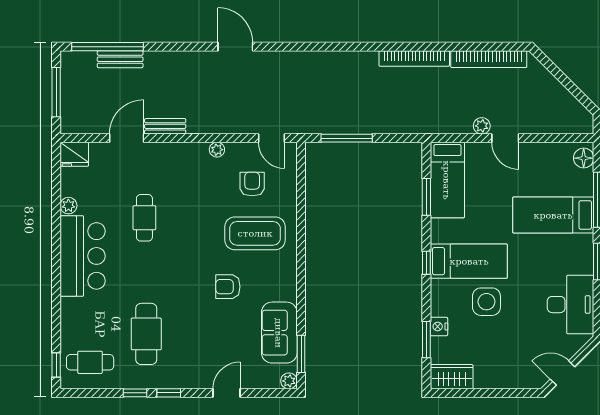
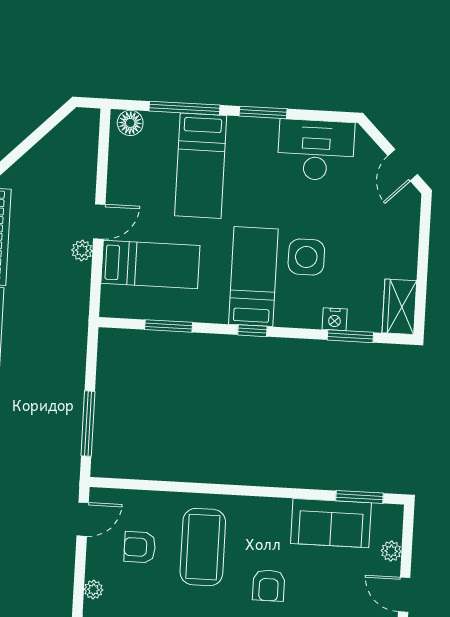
bed: (447, 180) -> (150, 264), moved
plant: (289, 381) -> (391, 551), moved

